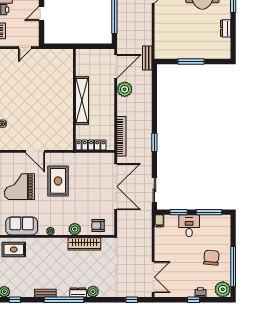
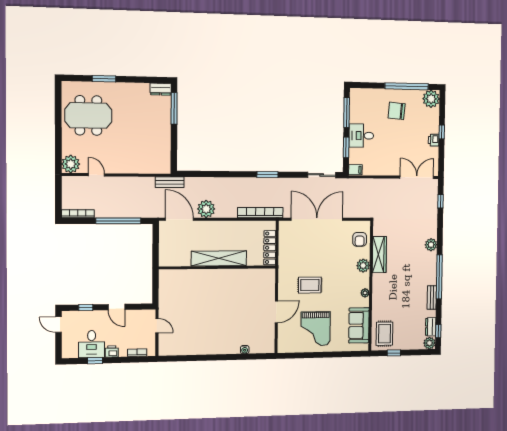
dresser: (226, 28) -> (161, 89), moved
window: (191, 61) -> (174, 108), moved
rug: (58, 181) -> (310, 285), width x0.73, depth x0.70
printer: (200, 292) -> (434, 140), moved
dresser: (78, 293) -> (431, 327), moved

